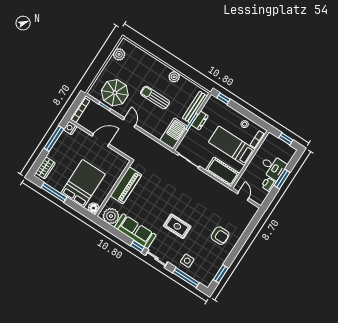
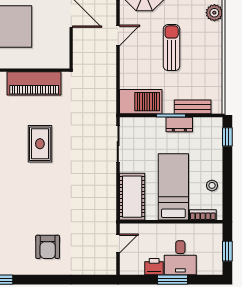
plant: (174, 77) -> (214, 13), moved
bench: (195, 107) -> (193, 107), width x0.73
rug: (177, 226) -> (40, 144), moved

